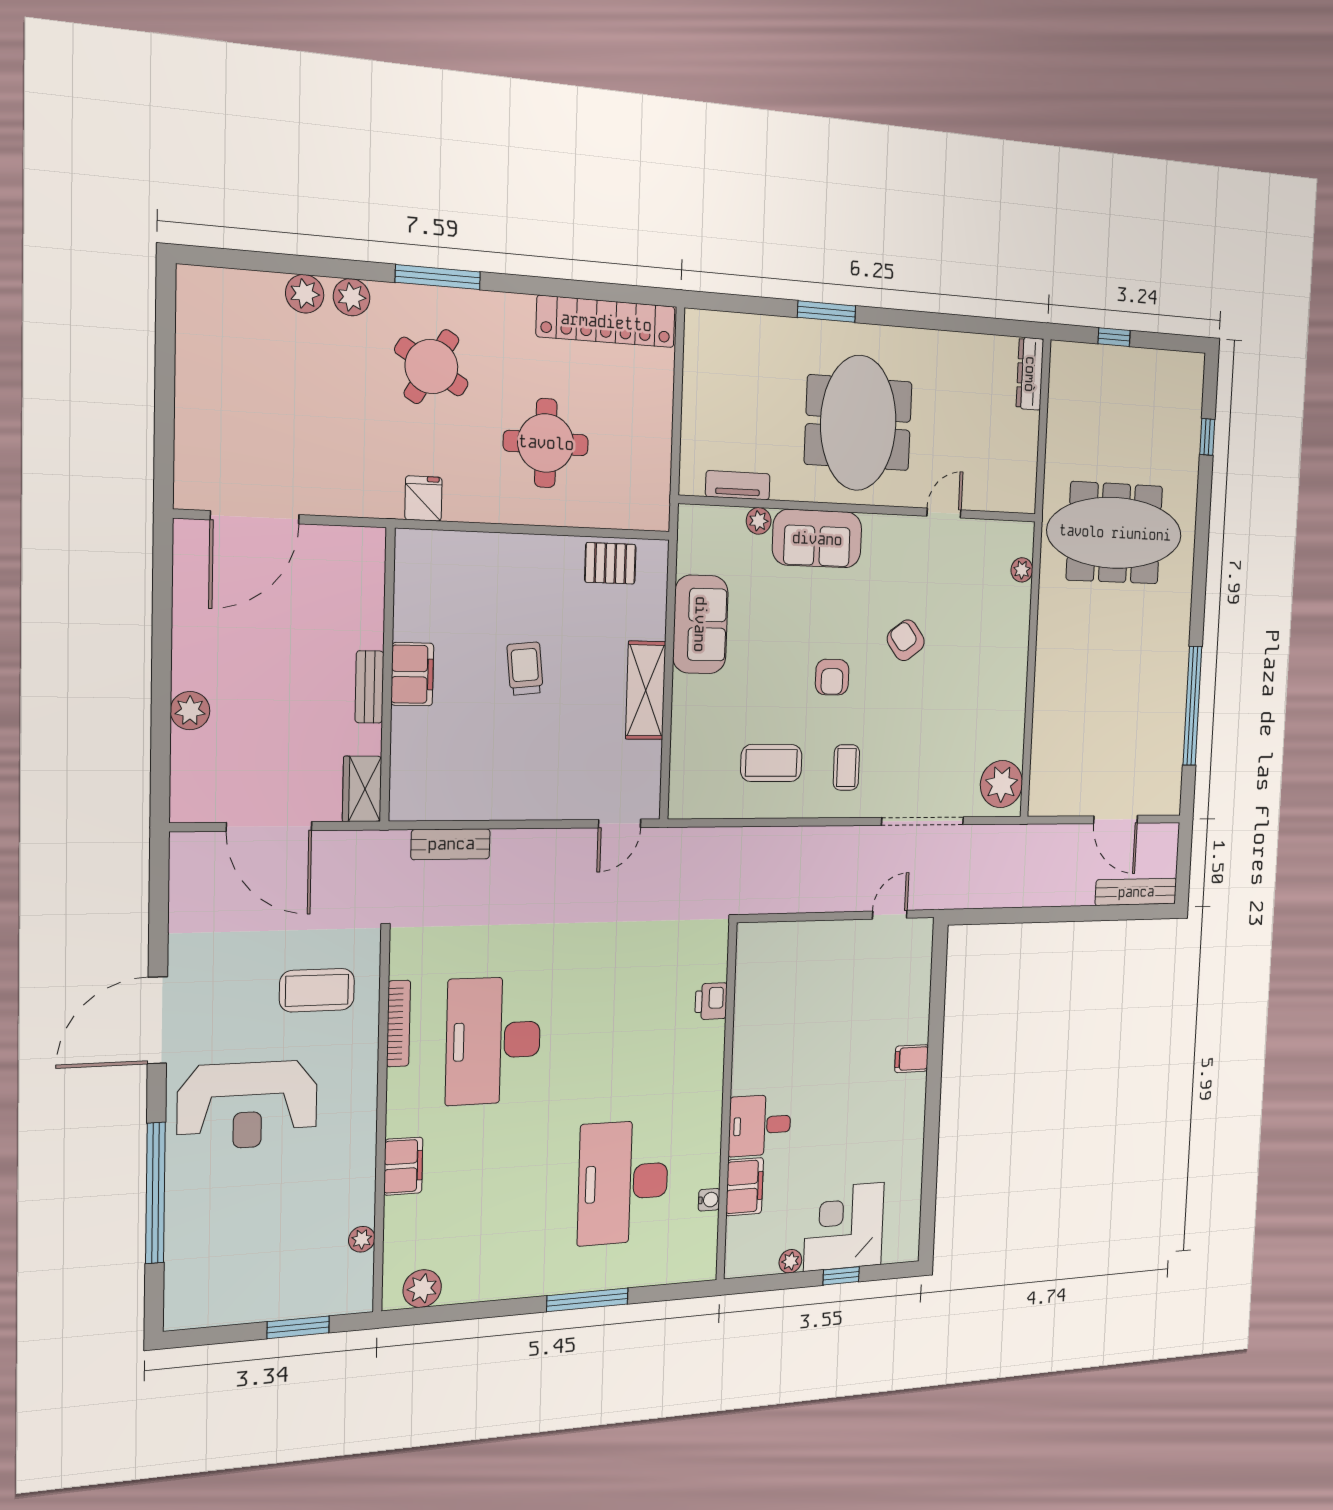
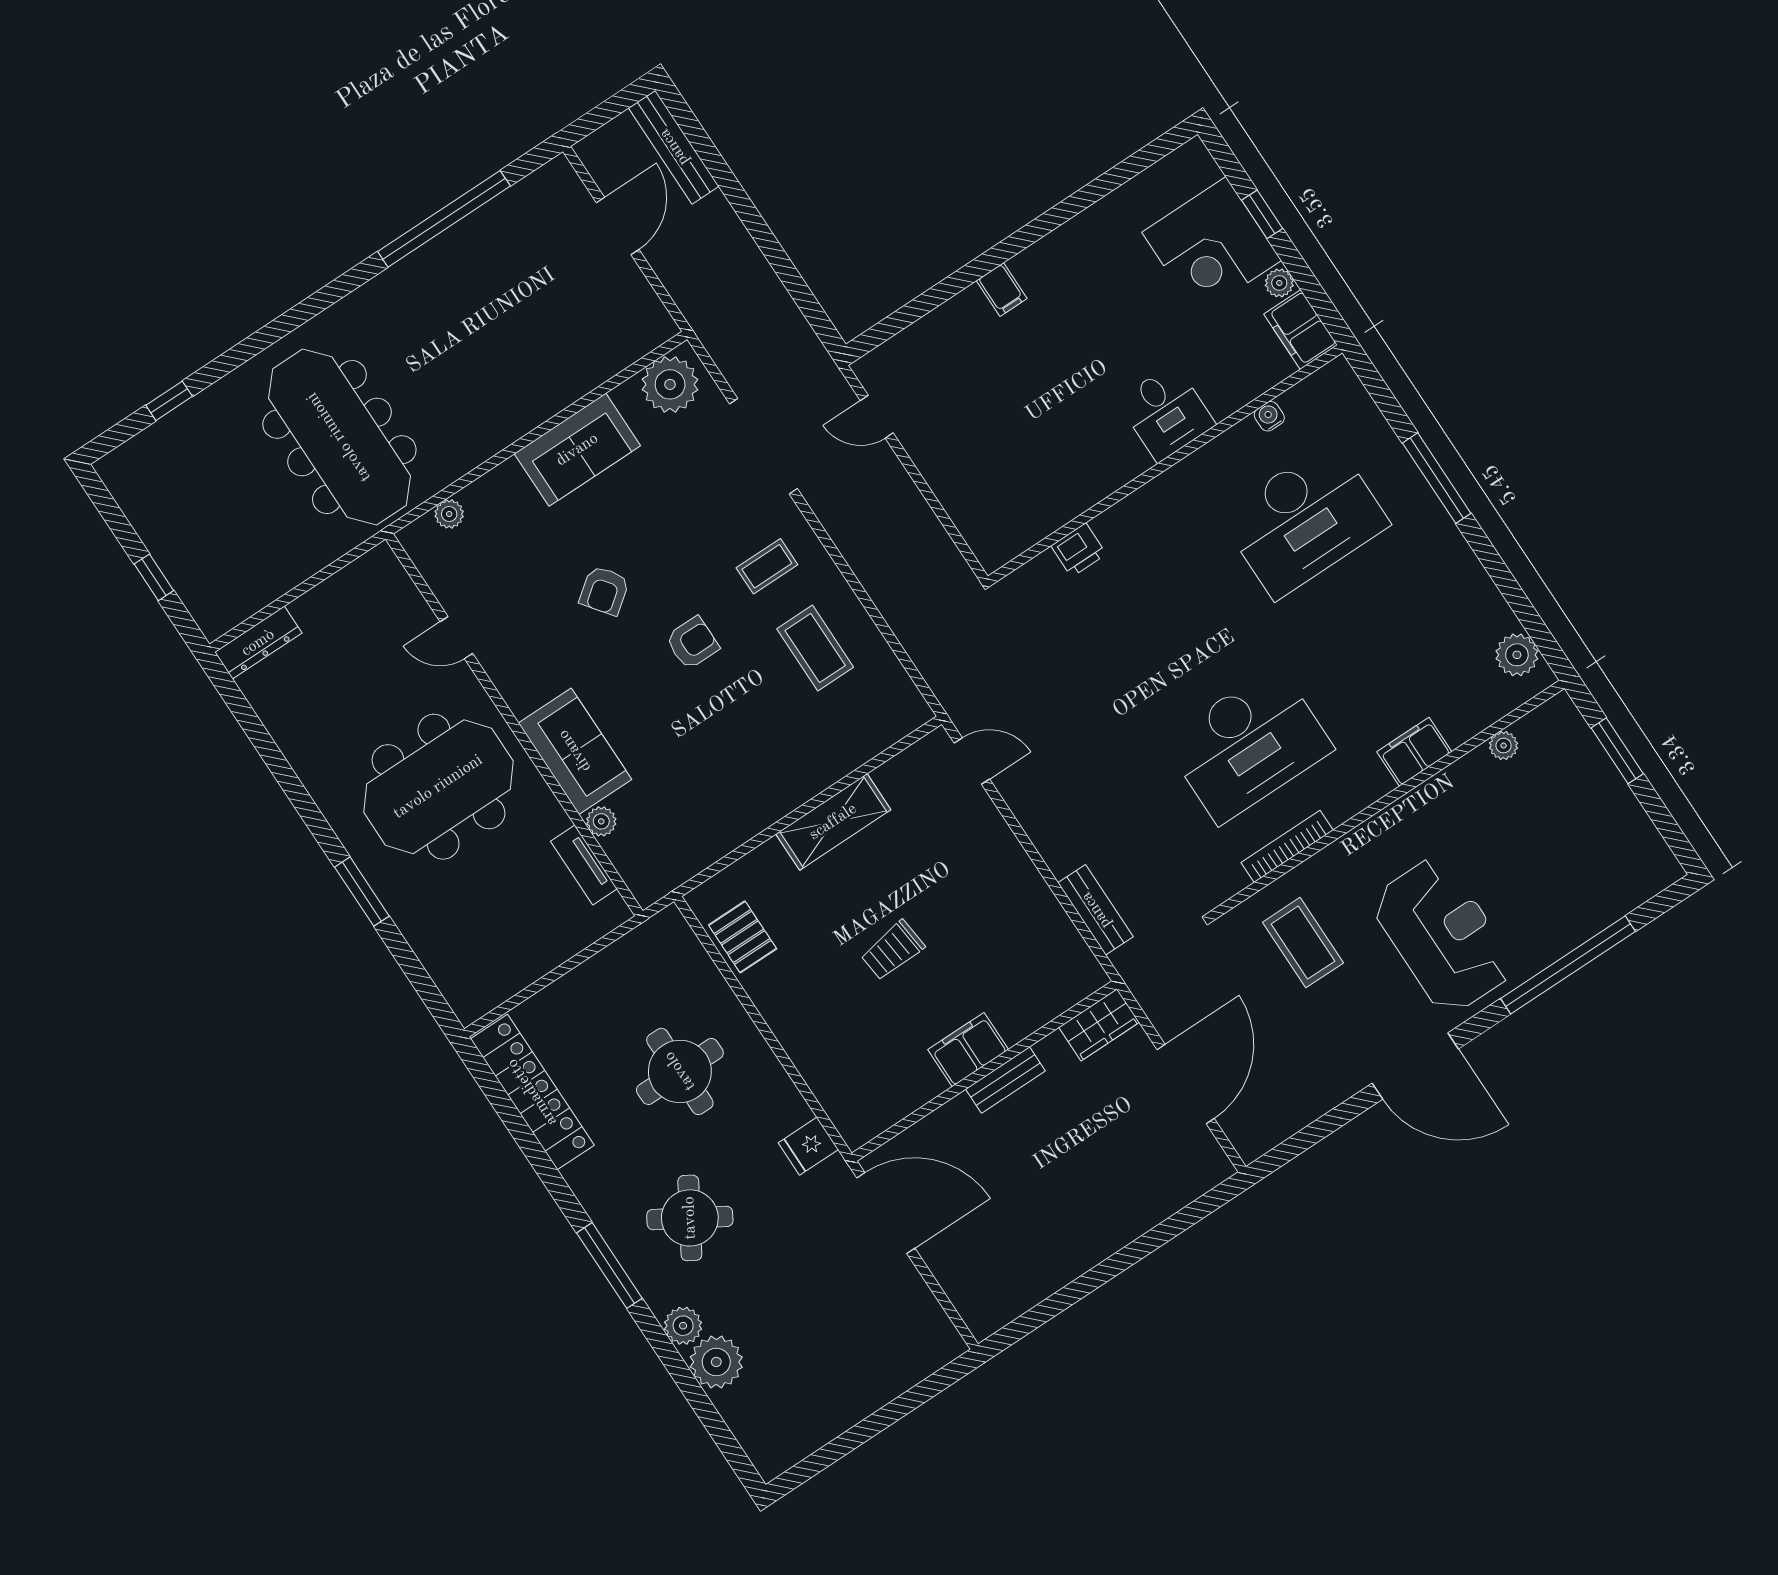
plant: (305, 294) -> (716, 1362), width x1.36, depth x1.36
door: (255, 517) -> (886, 1213), moved
sofa: (700, 624) -> (577, 450), moved, turned 180
plant: (190, 711) -> (1131, 1220), removed
filing cabinet: (745, 1187) -> (1301, 330), moved, turned -90

